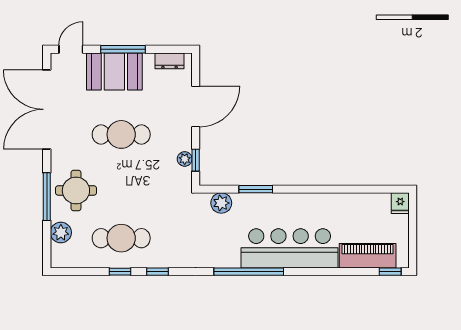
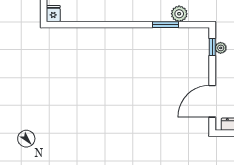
door: (196, 106) -> (212, 101), moved
plant: (221, 203) -> (179, 14), moved

